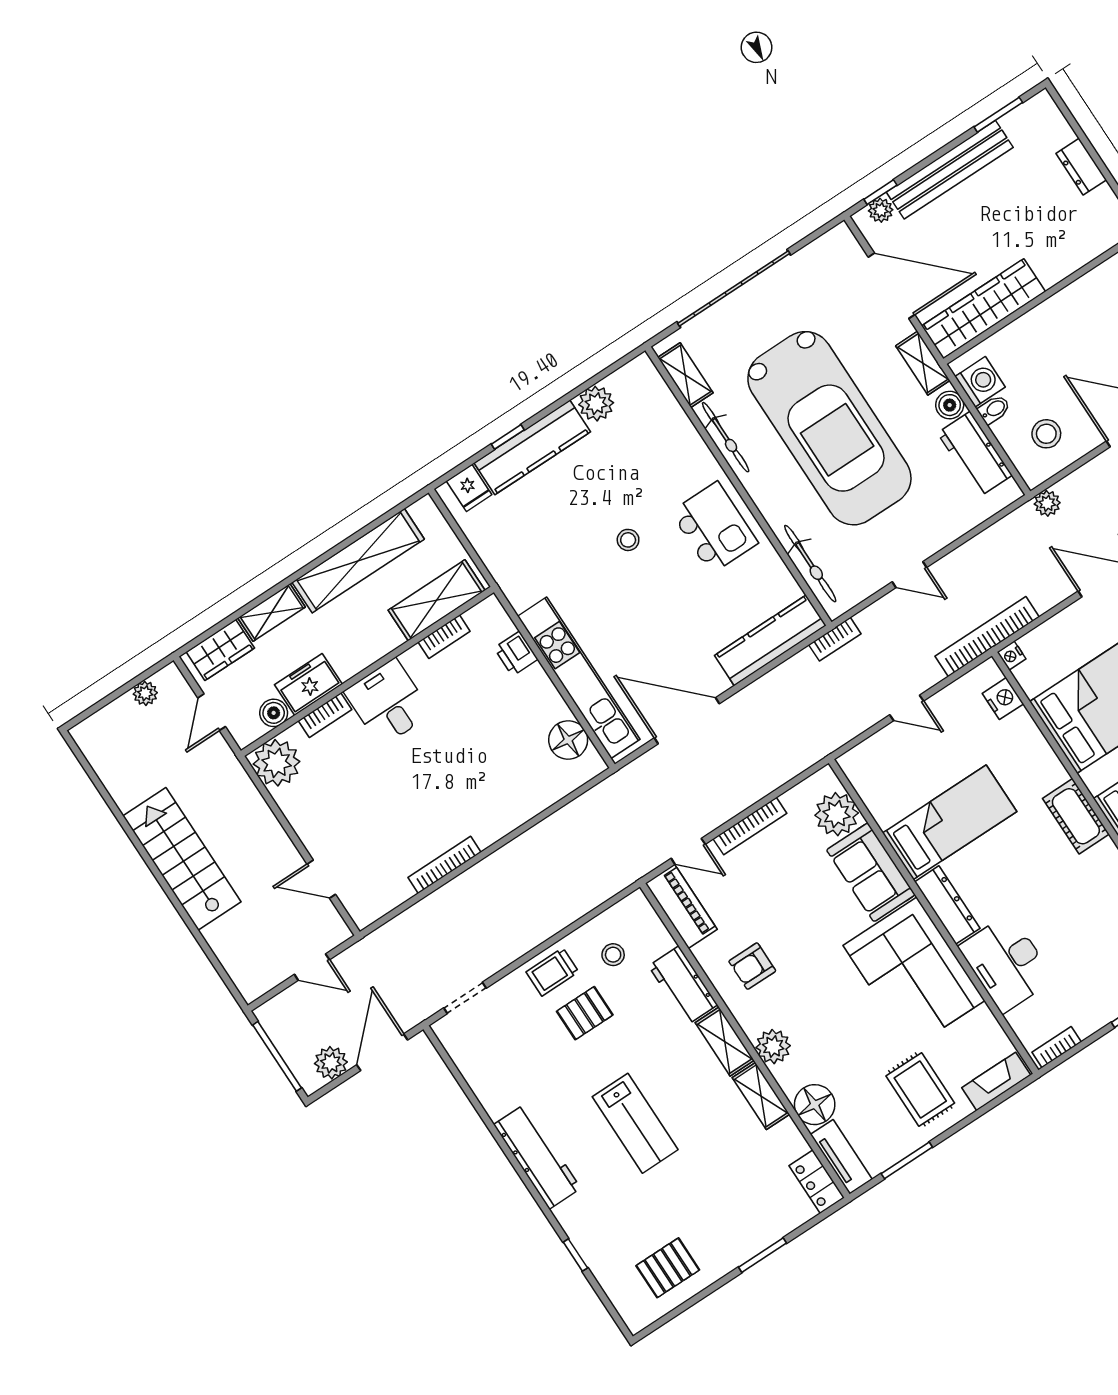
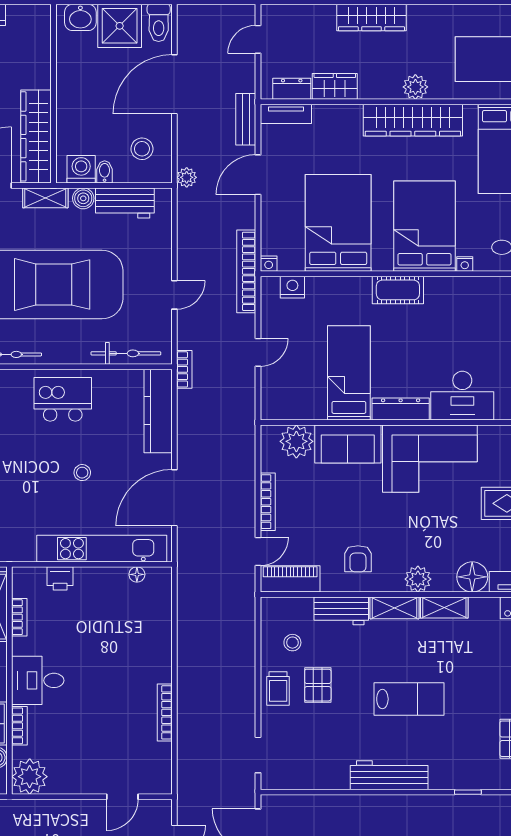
stool: (628, 540) -> (82, 473), moved
floor lamp: (568, 740) -> (137, 574), width x0.53, depth x0.53

